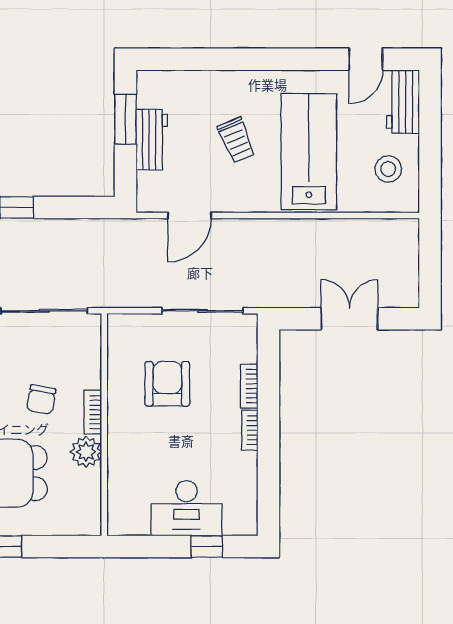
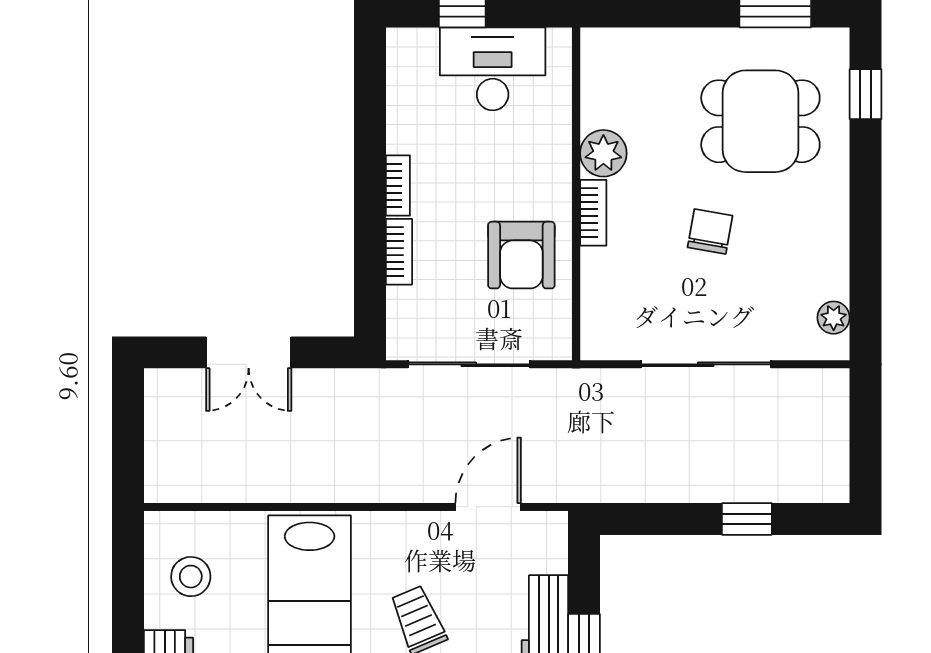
bookcase: (93, 412) -> (593, 213), moved
wall: (104, 425) -> (576, 194), moved
plant: (86, 452) -> (603, 153), moved

